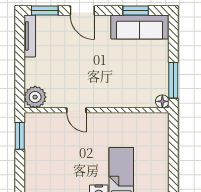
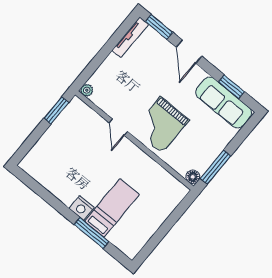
grand piano: (107, 82) -> (161, 125), added
plant: (35, 97) -> (87, 90), width x0.53, depth x0.53

